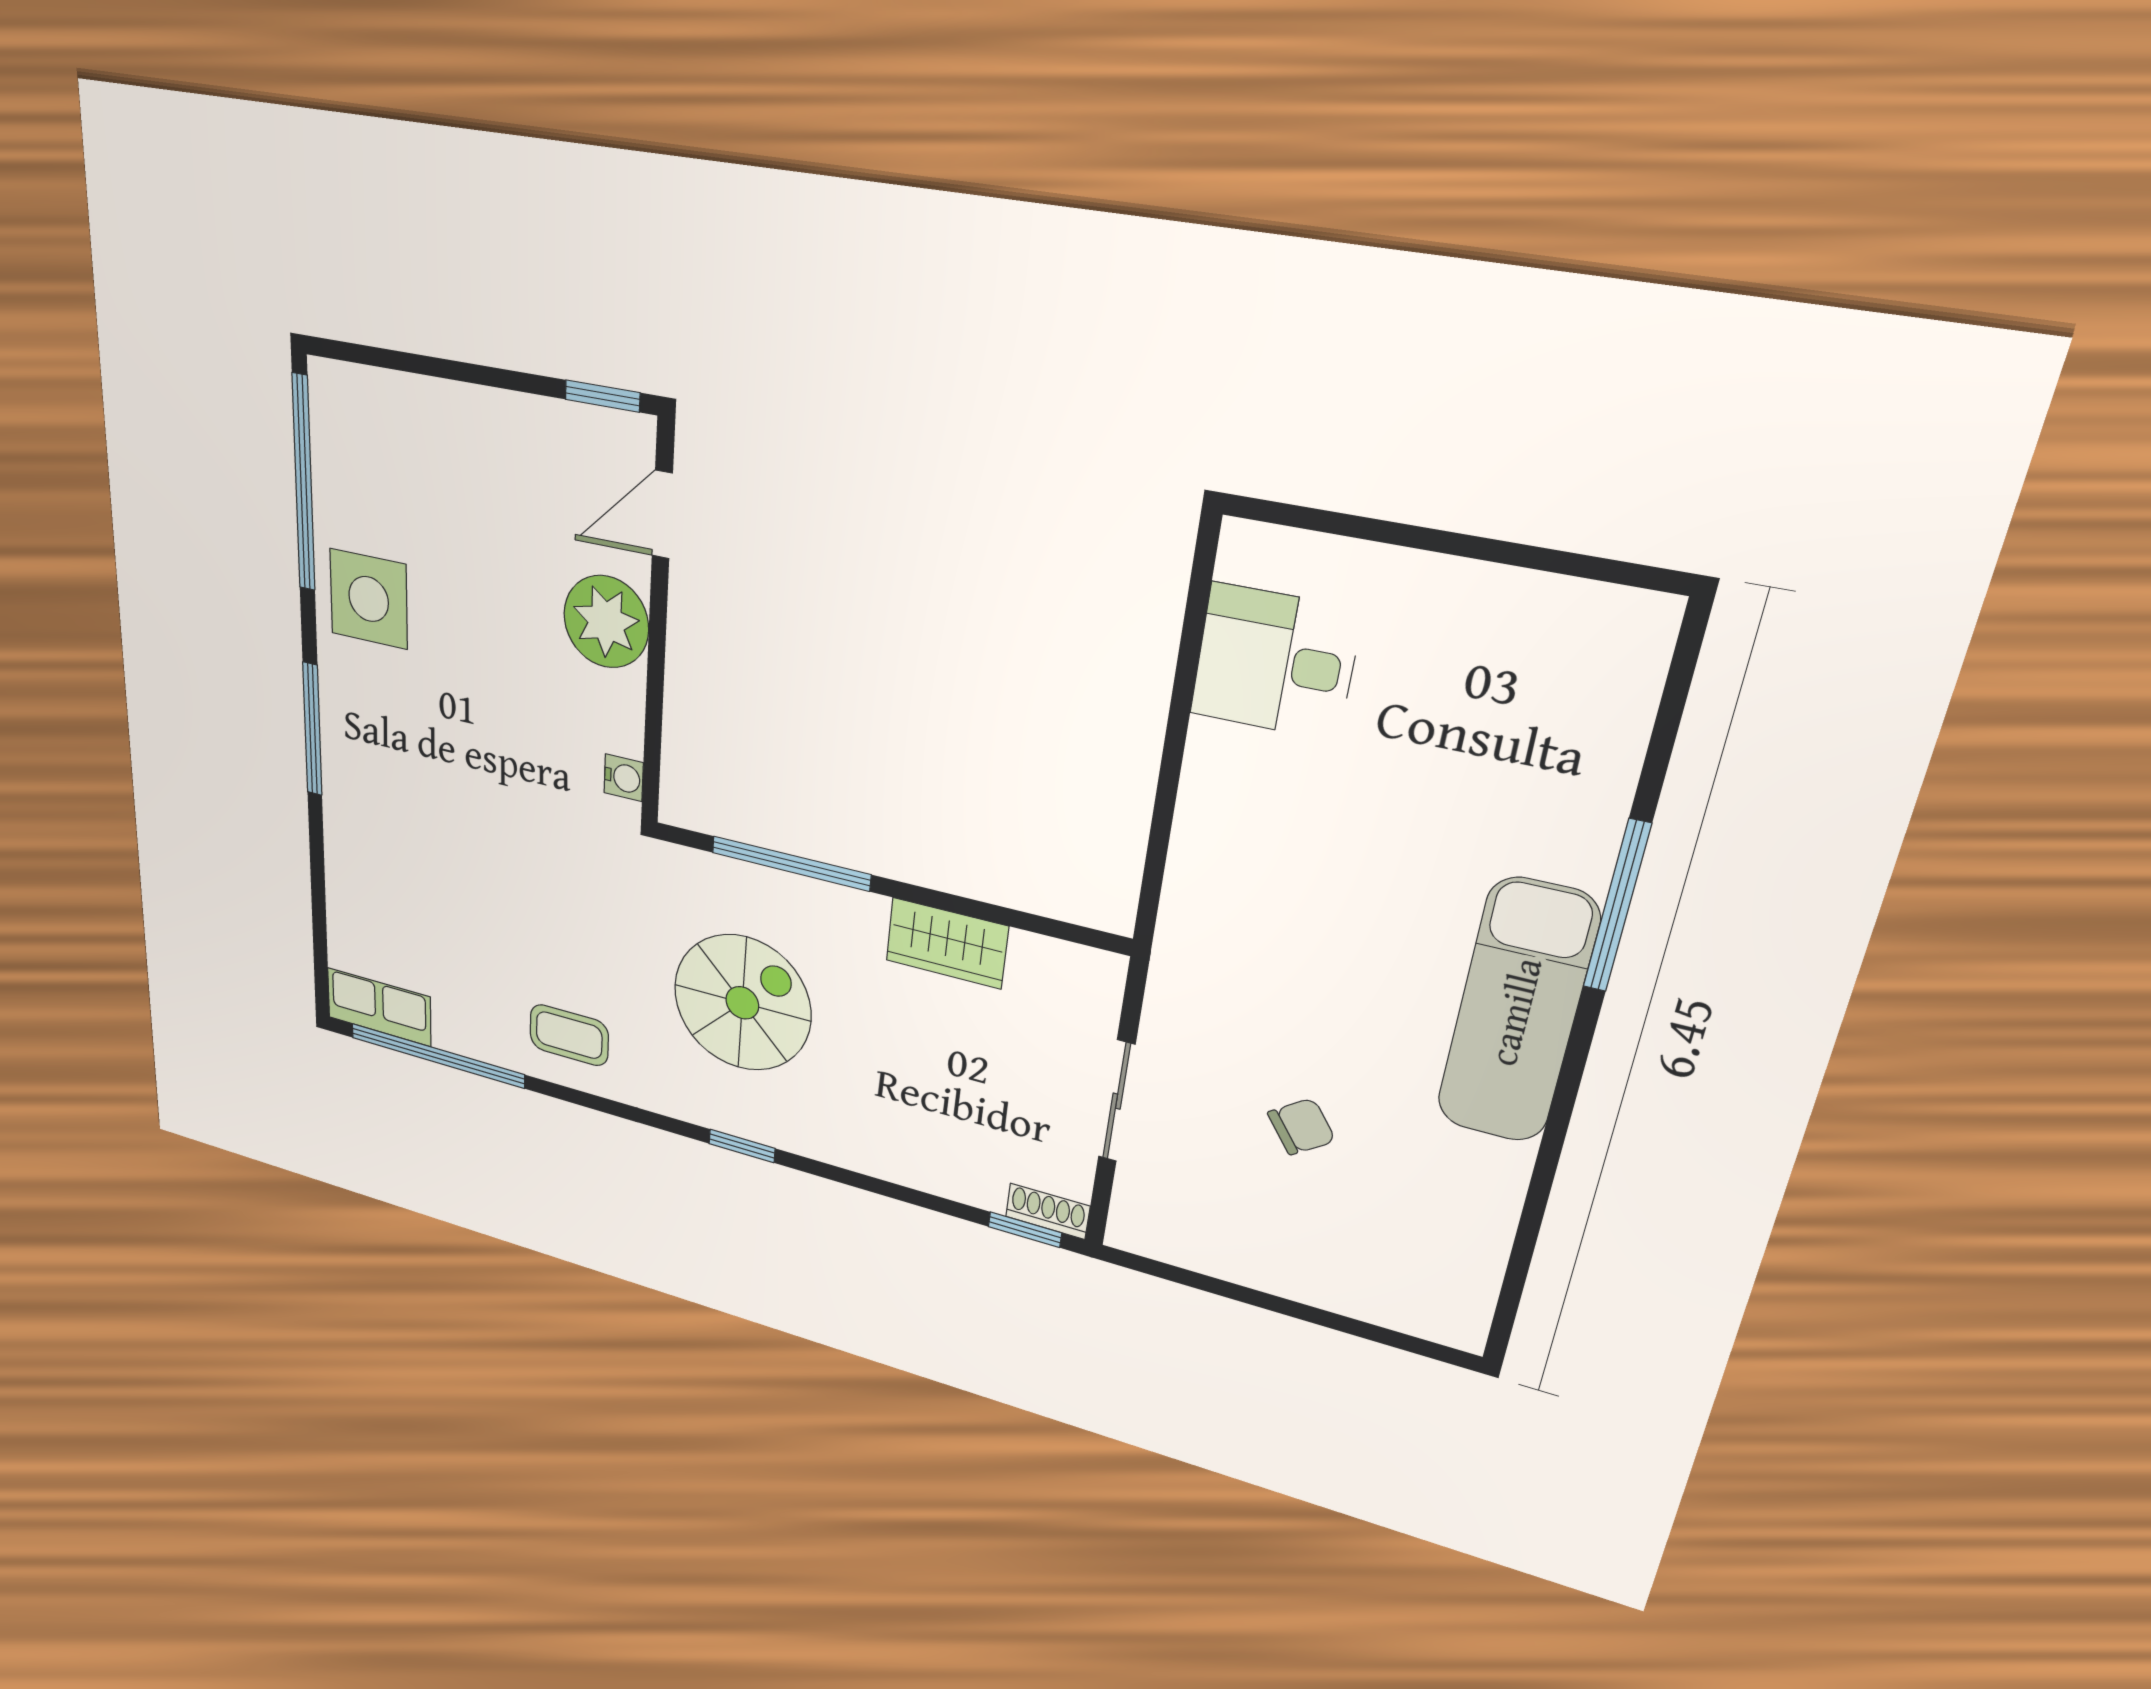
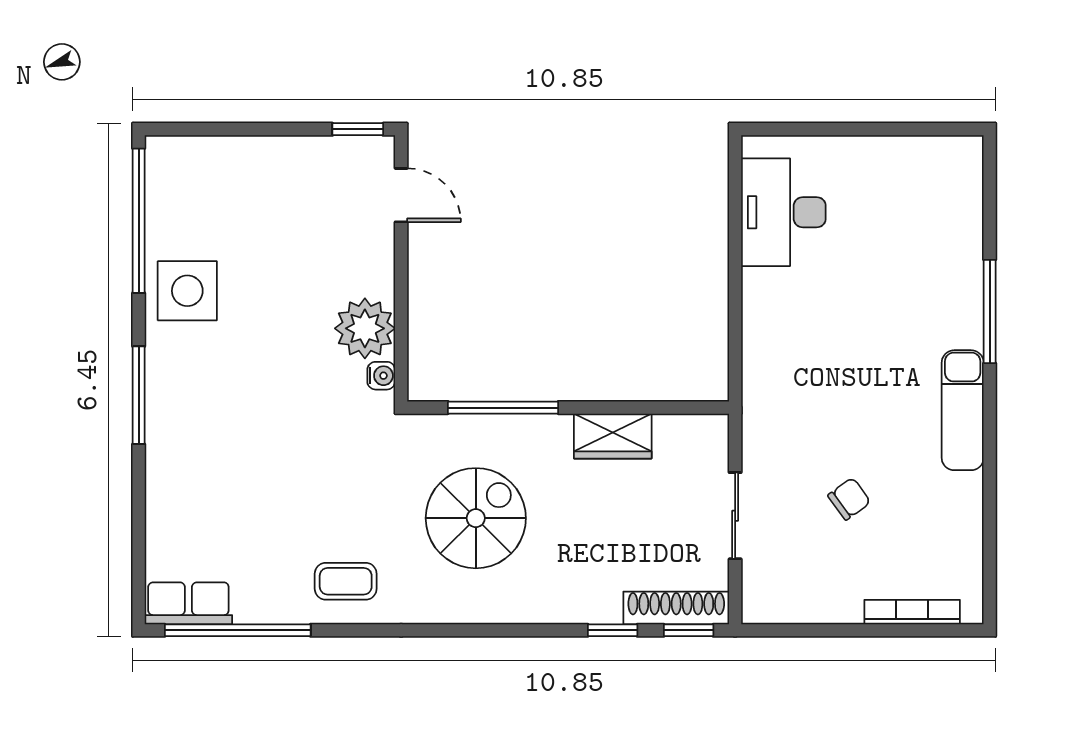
door: (662, 515) -> (401, 195), swing flipped
plant: (606, 622) -> (365, 328), moved
desk: (1275, 662) -> (783, 212), width x1.37
exam couch: (1517, 1012) -> (963, 410), width x0.73, depth x0.69
window: (742, 1146) -> (613, 630), moved
shoe rack: (1048, 1211) -> (676, 608), width x1.94, depth x1.24
bookcase: (1370, 1307) -> (912, 612), added

